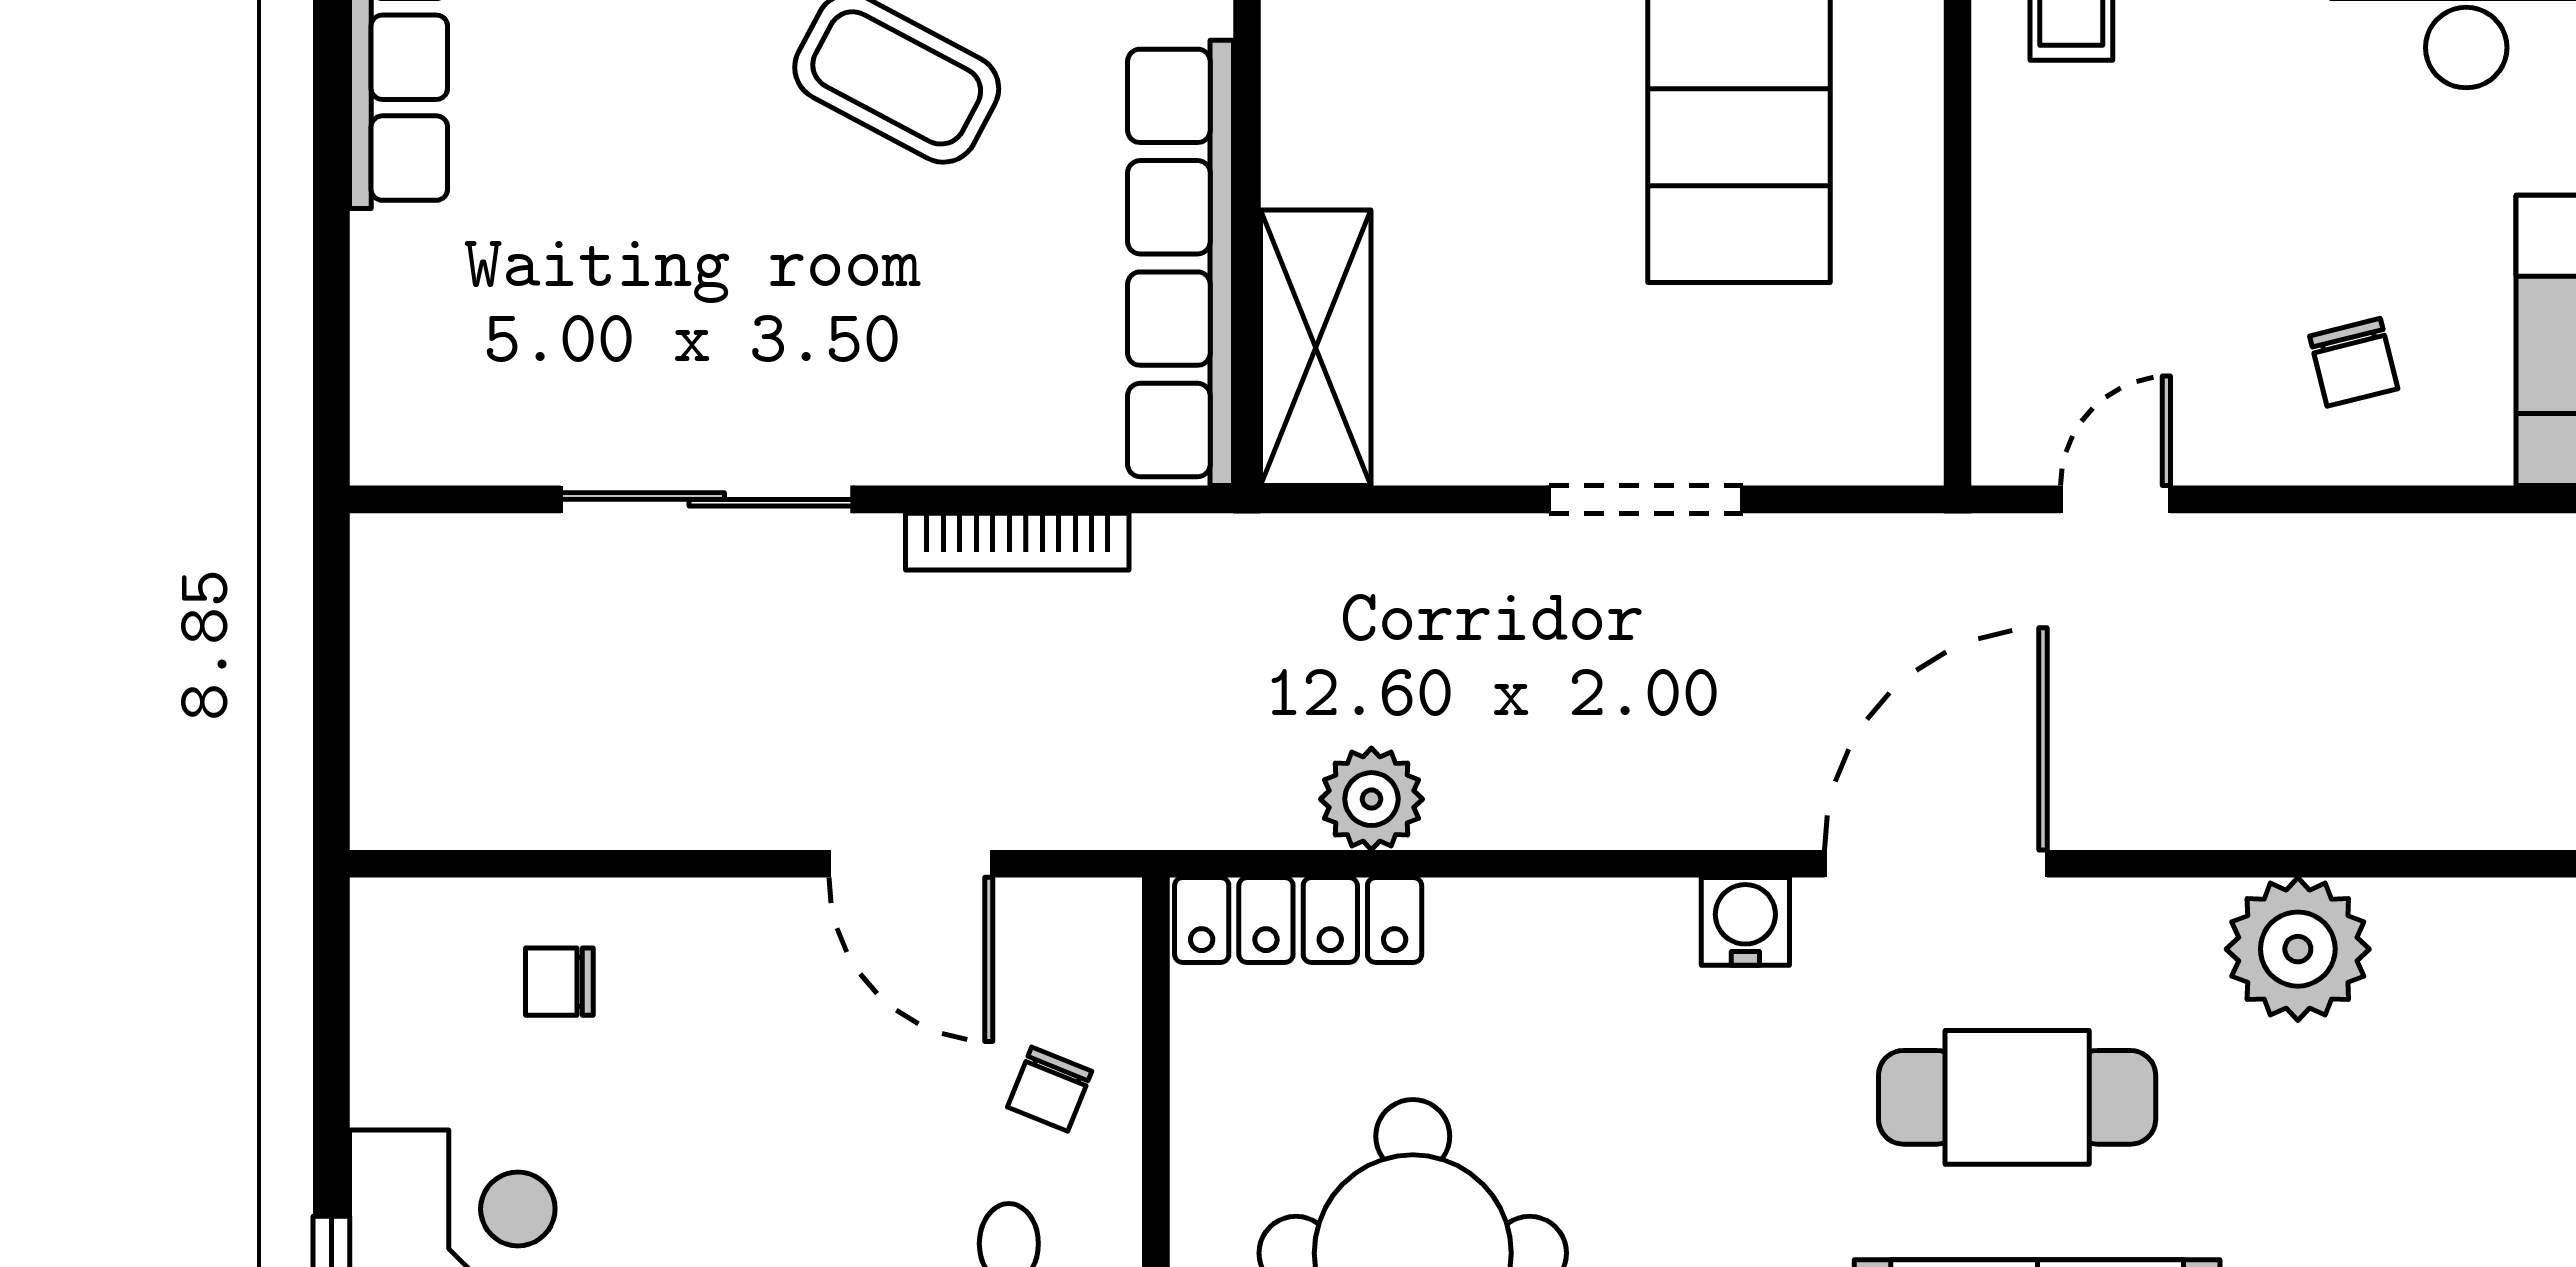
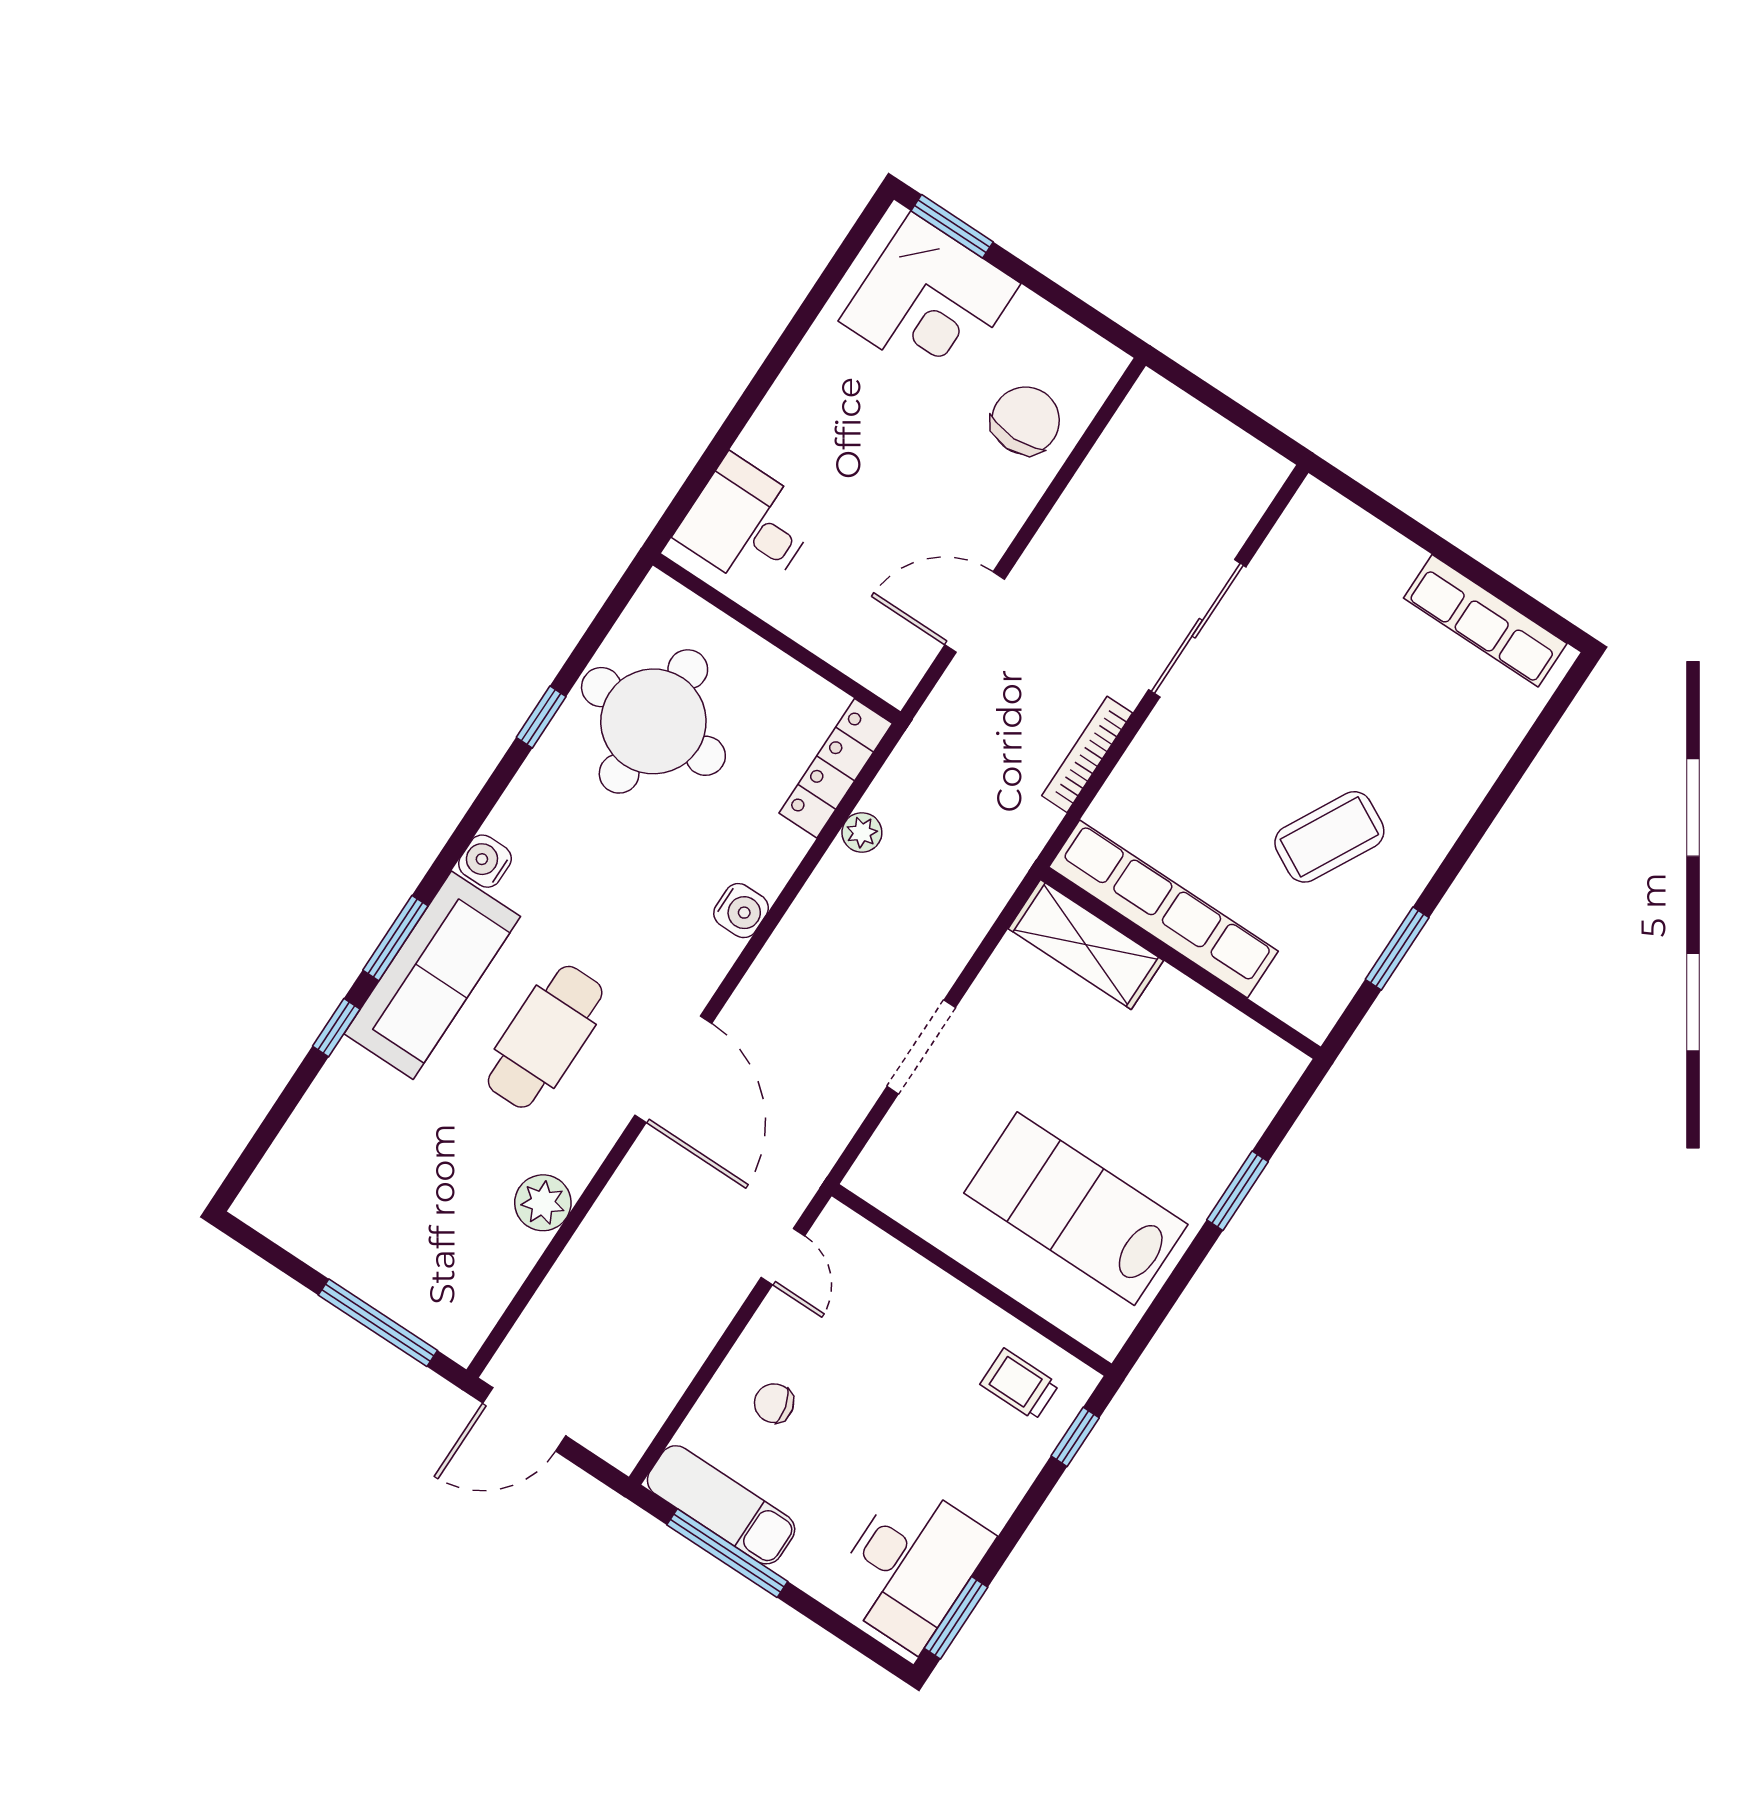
plant: (1371, 799) -> (862, 832), width x0.73, depth x0.73
water cooler: (1745, 921) -> (741, 911), moved
plant: (2298, 949) -> (543, 1203), width x0.73, depth x0.73
chair: (559, 982) -> (1025, 421), width x1.87, depth x1.87
chair: (1050, 1089) -> (833, 608), removed

